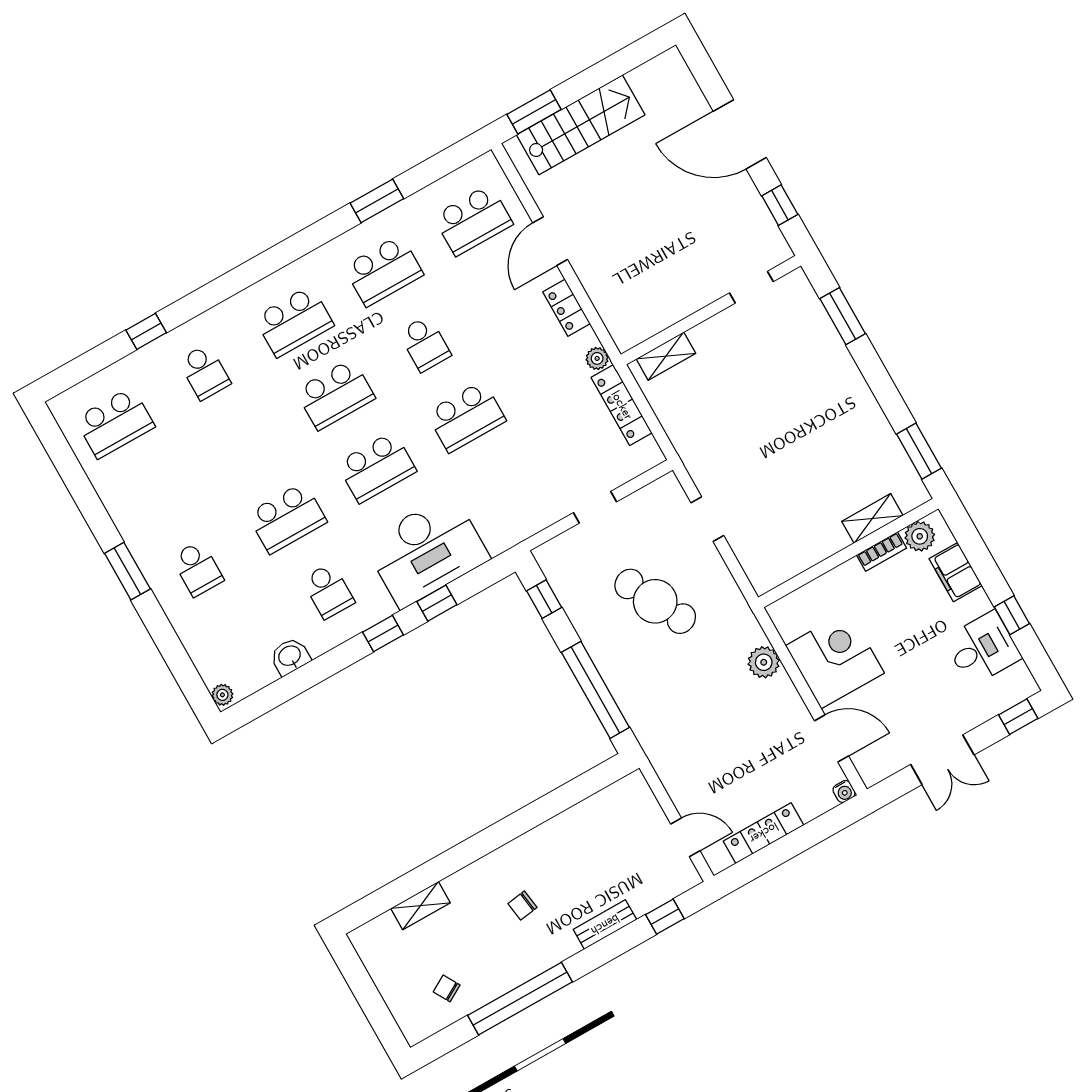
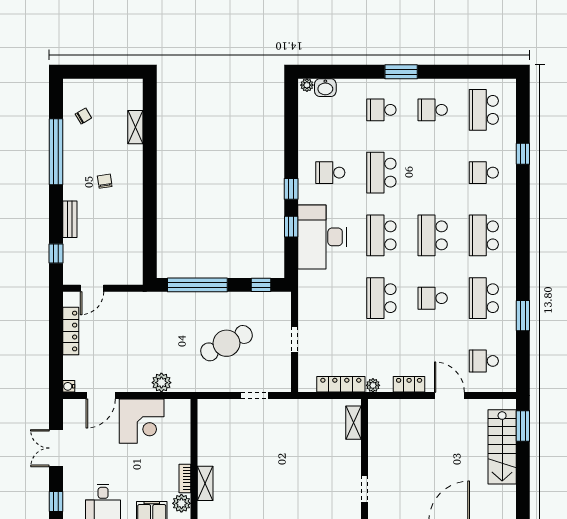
school desk: (473, 220) -> (484, 361), width x0.54
school desk: (156, 496) -> (433, 110), added
washbasin: (290, 656) -> (325, 88), moved, turned 90

